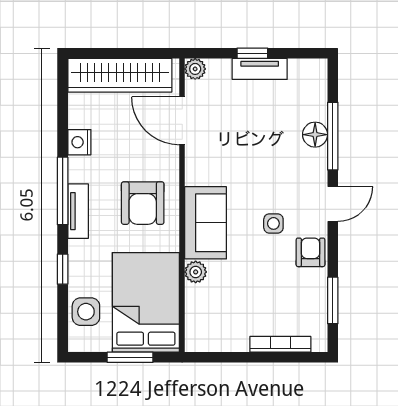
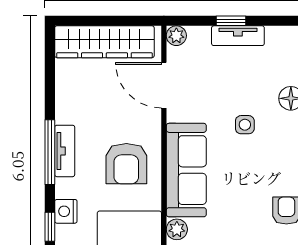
nightstand: (79, 142) -> (66, 211), moved
tv unit: (78, 211) -> (65, 151), moved
sofa: (206, 223) -> (186, 170), width x1.36
side table: (273, 223) -> (245, 125), moved

